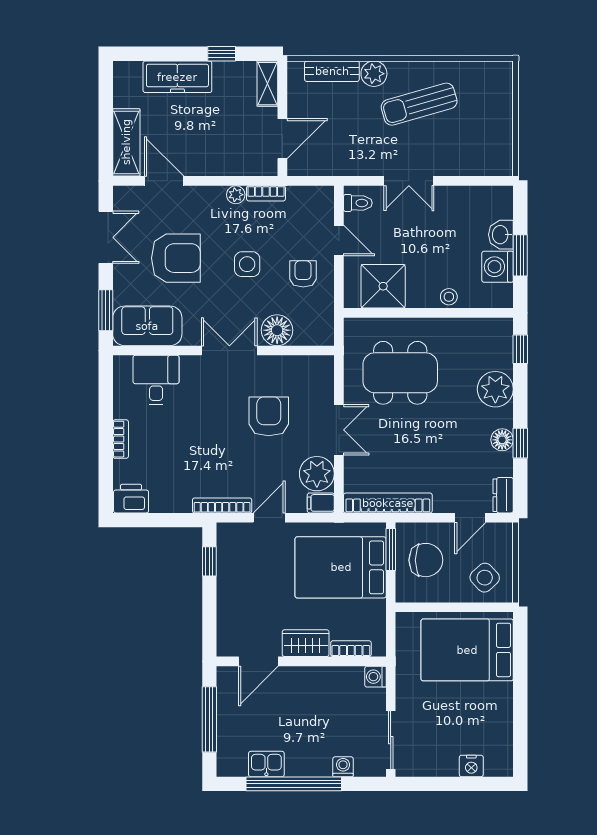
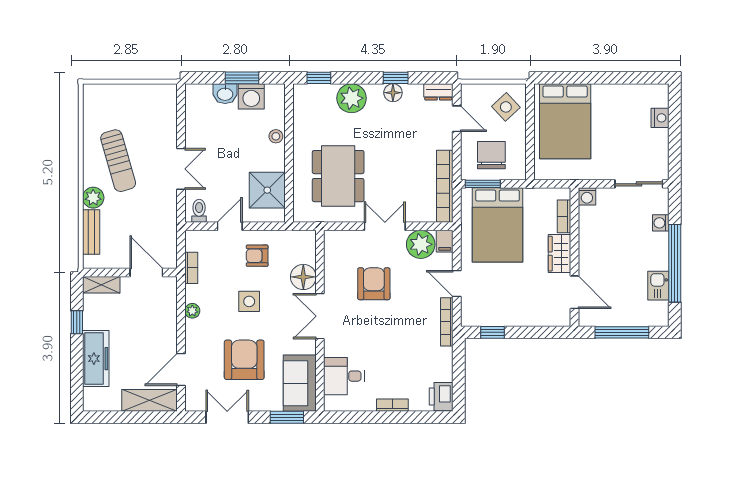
bookcase: (266, 193) -> (191, 268), moved
armchair: (269, 416) -> (374, 284), turned 90

